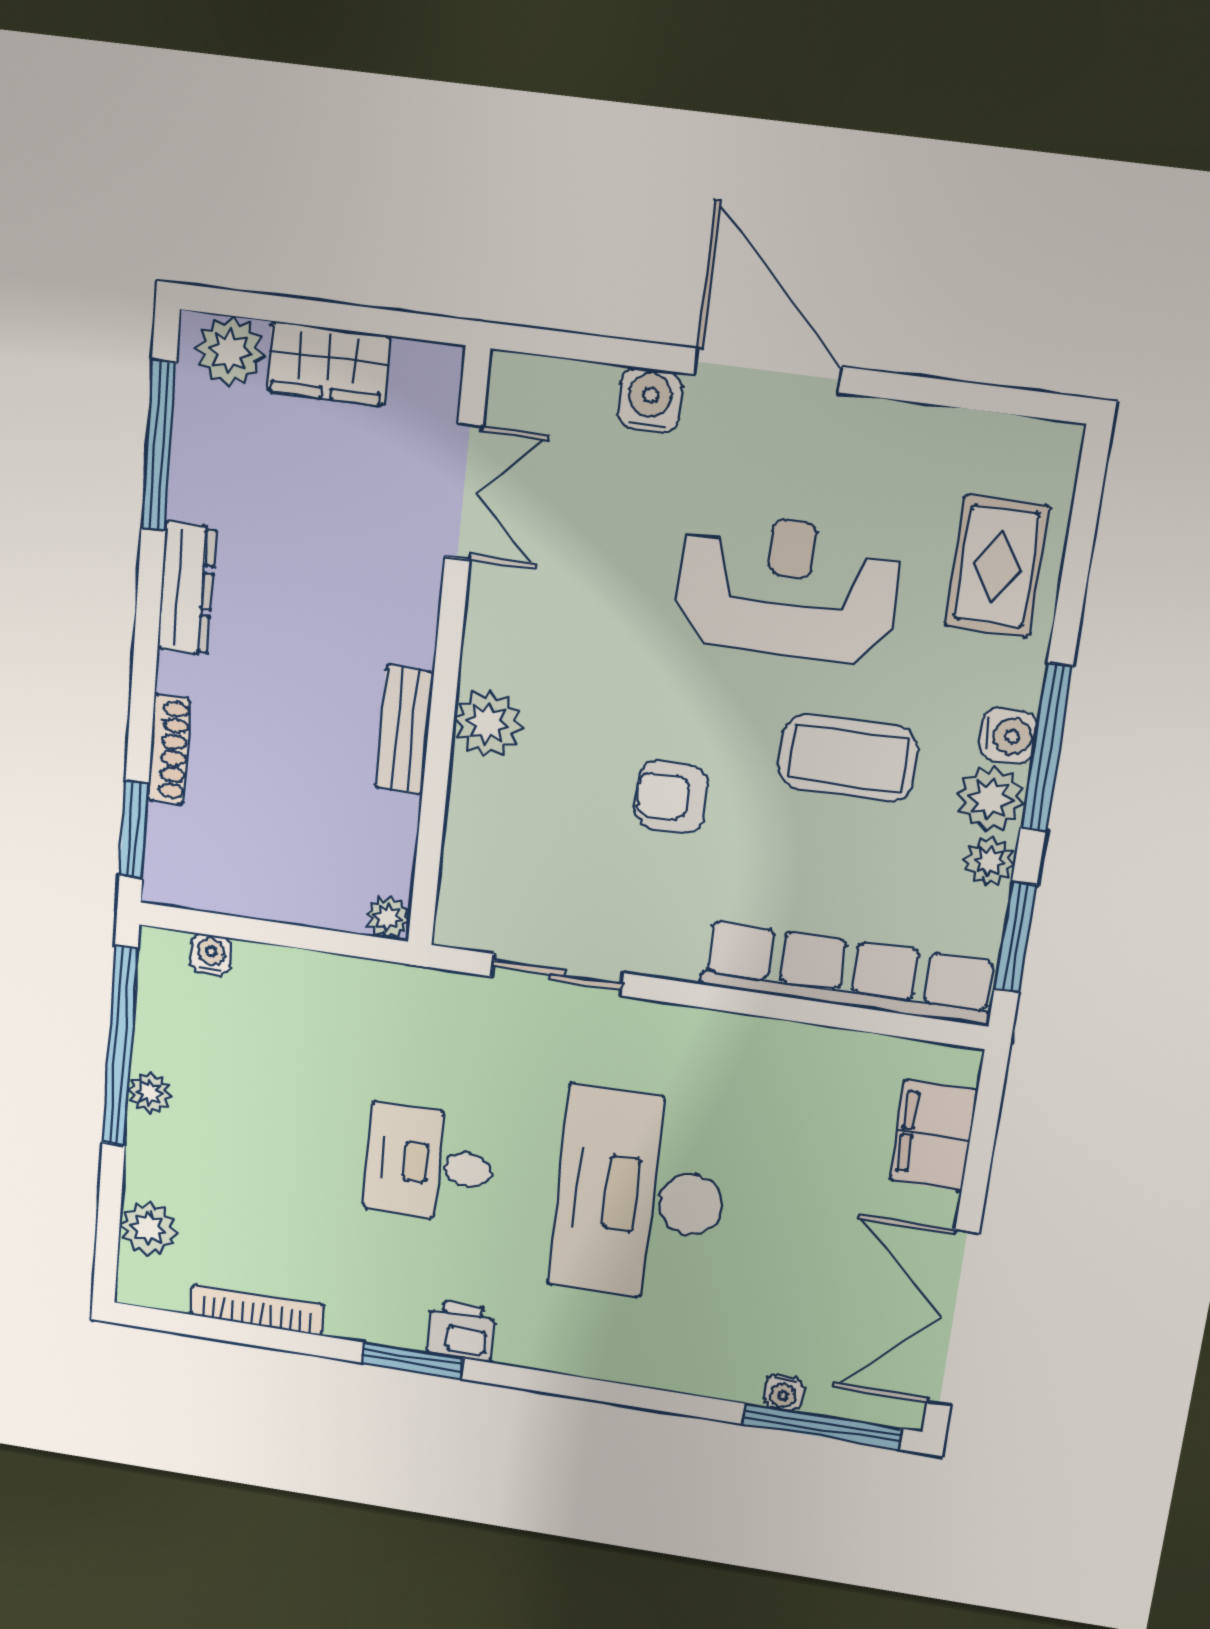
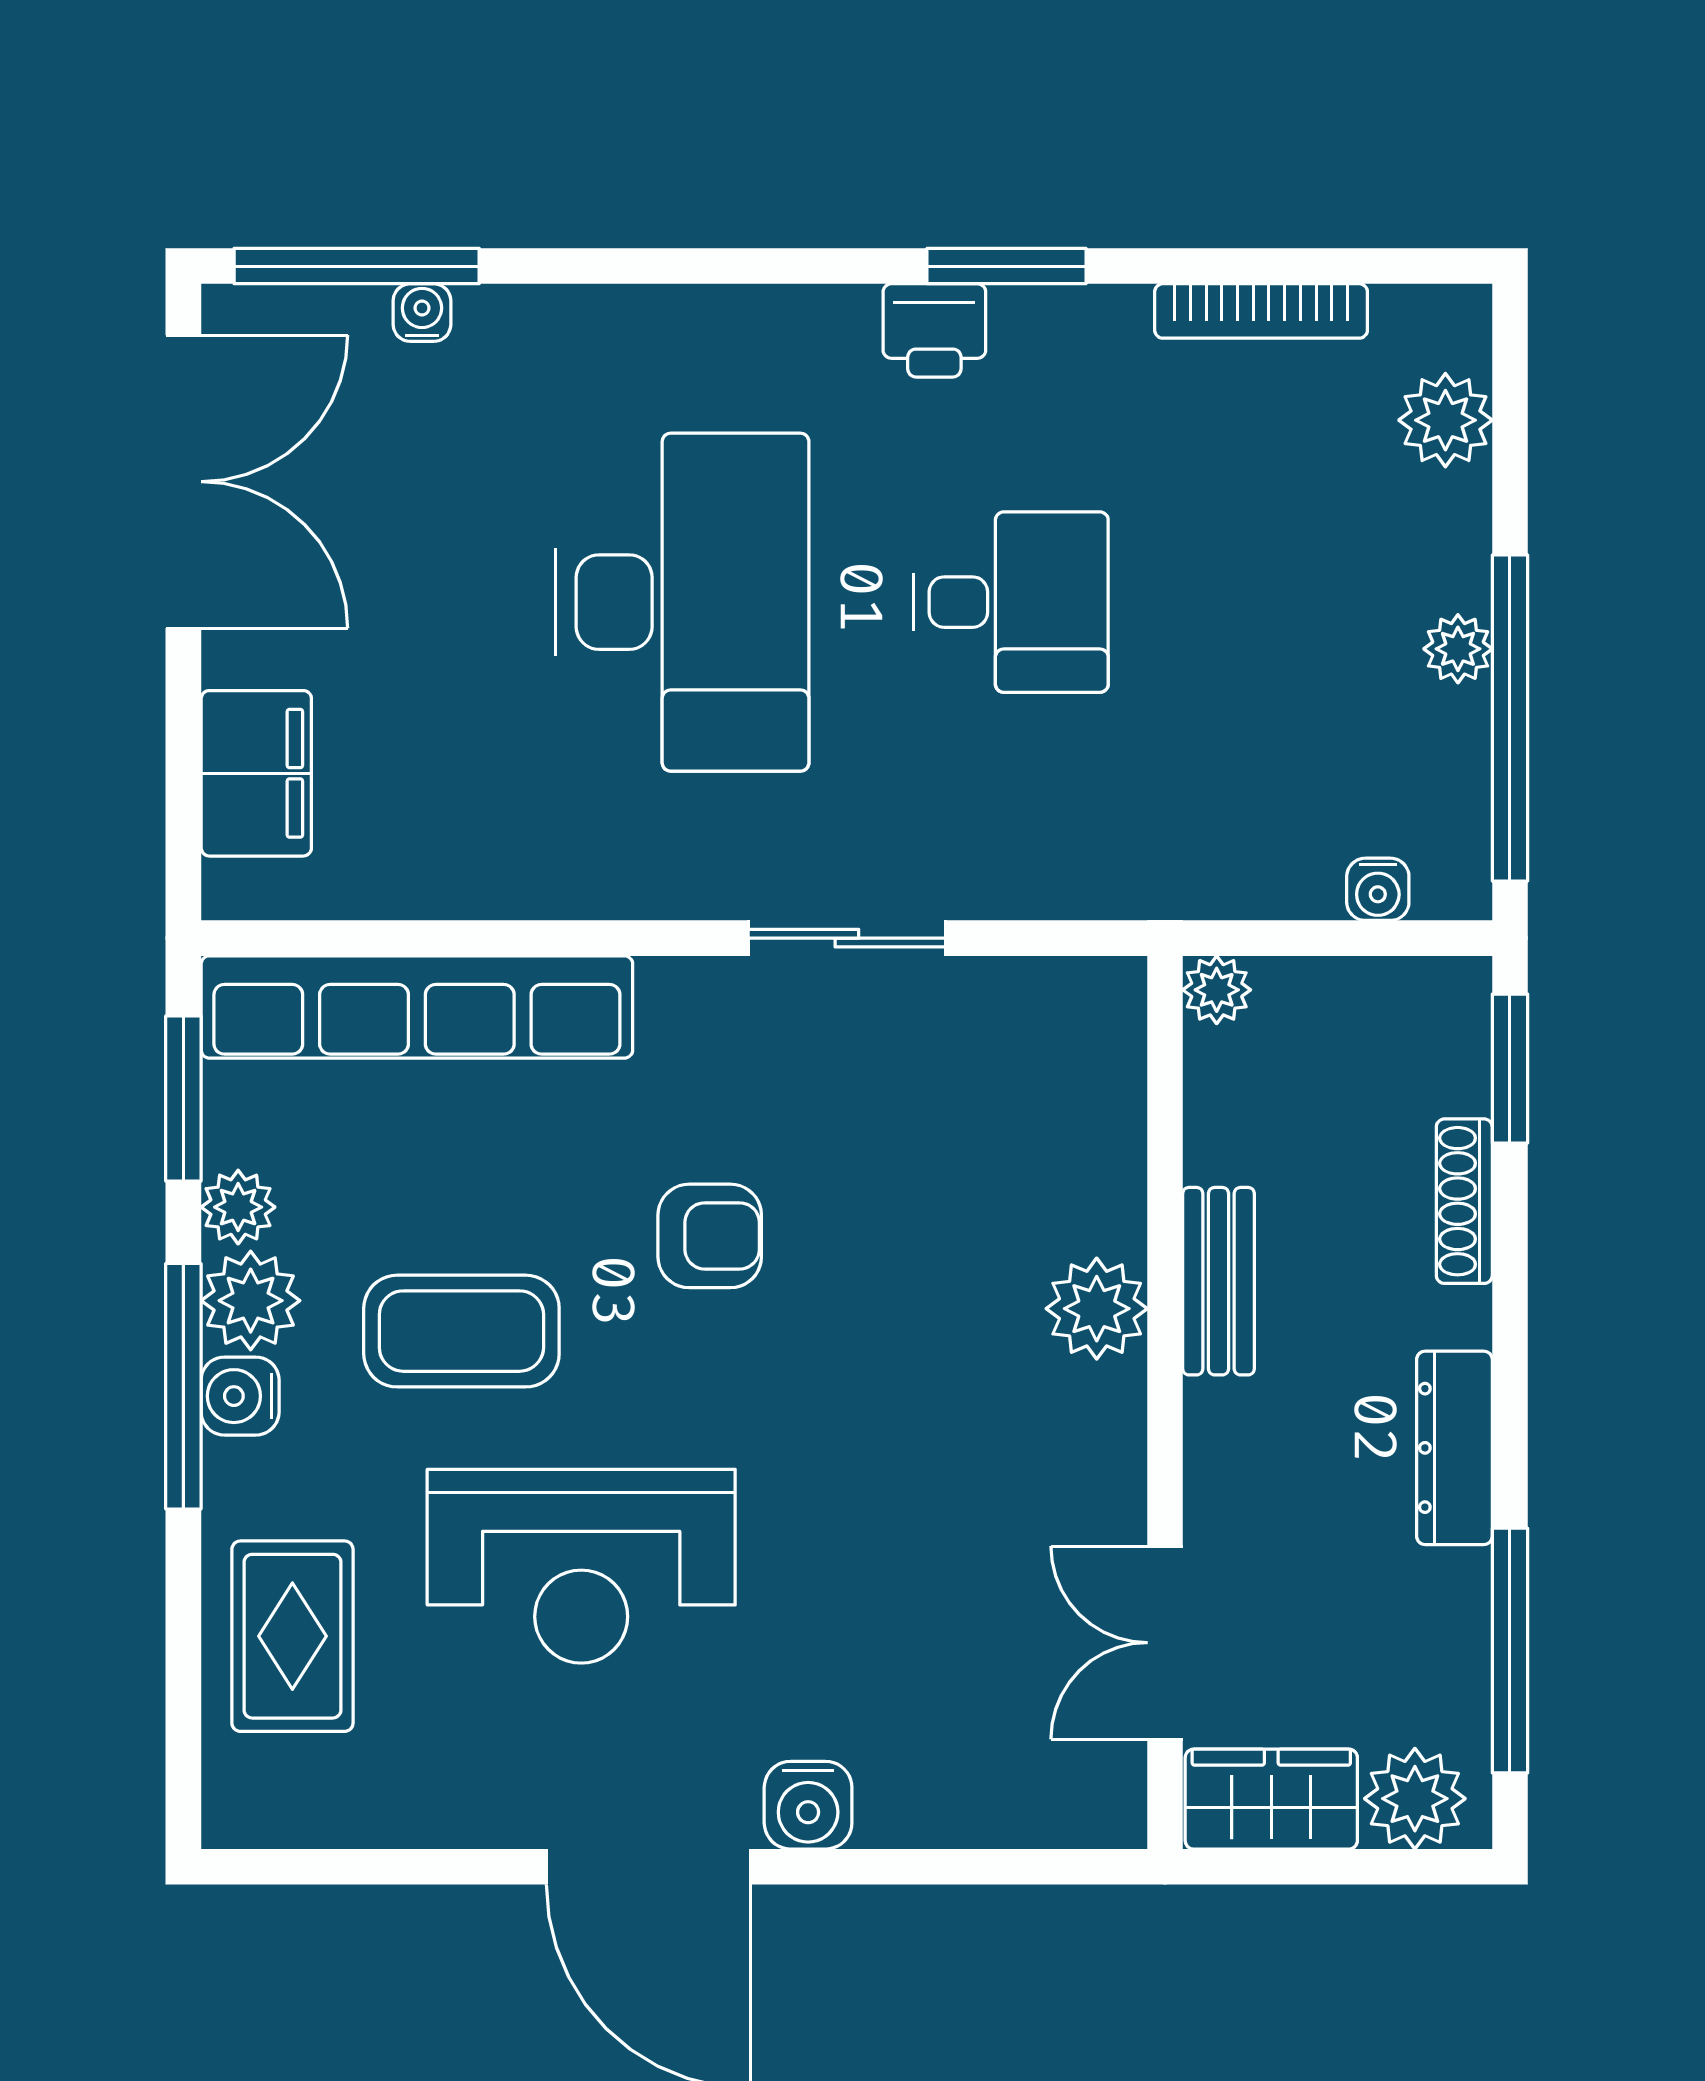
double door: (464, 492) -> (1165, 1643), moved
wall: (448, 655) -> (1165, 1402), moved
plant: (488, 723) -> (1097, 1309), moved
bench: (405, 730) -> (1218, 1281), moved
plant: (388, 917) -> (1217, 990), moved

